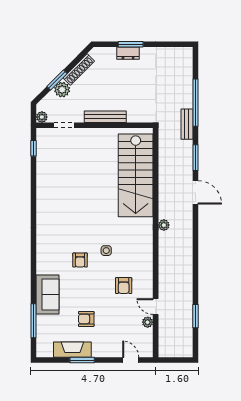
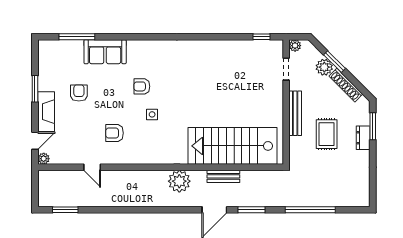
window: (131, 44) -> (373, 126), moved
rug: (125, 87) -> (327, 134), added
bench: (187, 124) -> (223, 176), moved
plant: (164, 225) -> (179, 181), width x1.87, depth x1.87
door: (156, 307) -> (92, 167), swing flipped
window: (195, 316) -> (65, 210), moved
plant: (148, 322) -> (44, 159), moved
fireplace: (72, 350) -> (46, 112), moved

